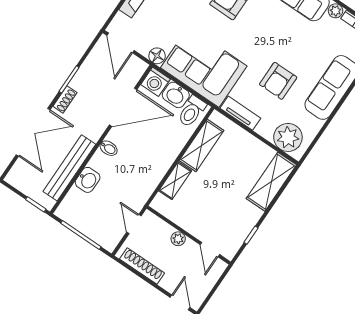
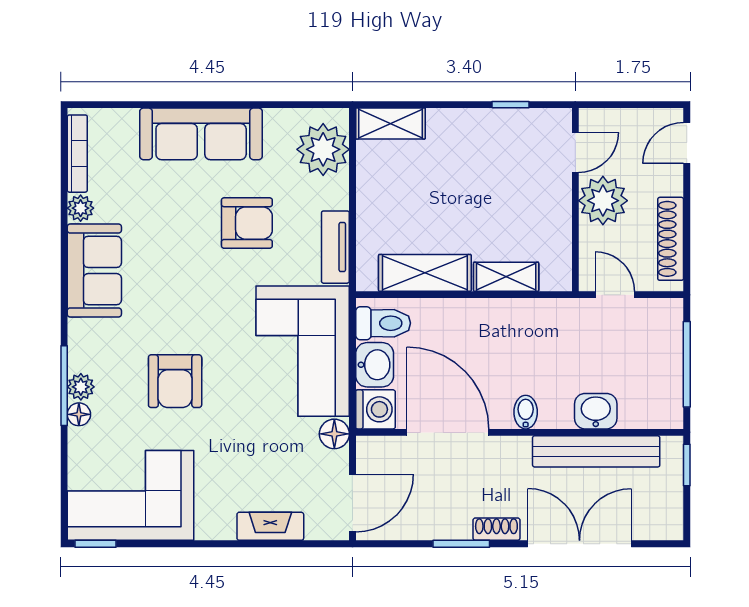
shelving: (271, 182) -> (390, 123), width x0.67, depth x0.75
door: (134, 224) -> (615, 295), swing flipped
plant: (178, 239) -> (603, 201), width x1.88, depth x1.88

